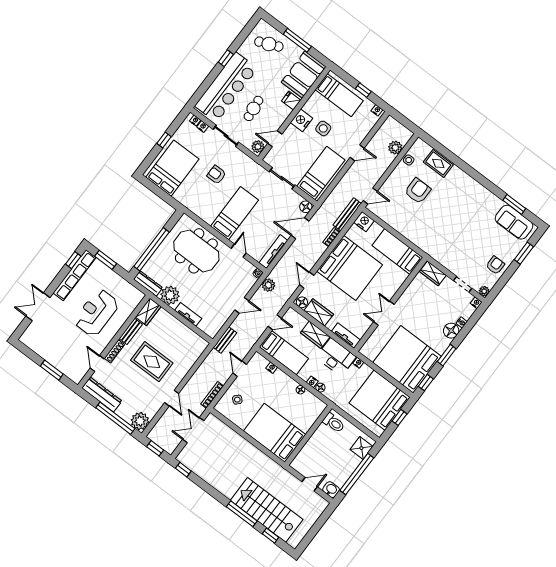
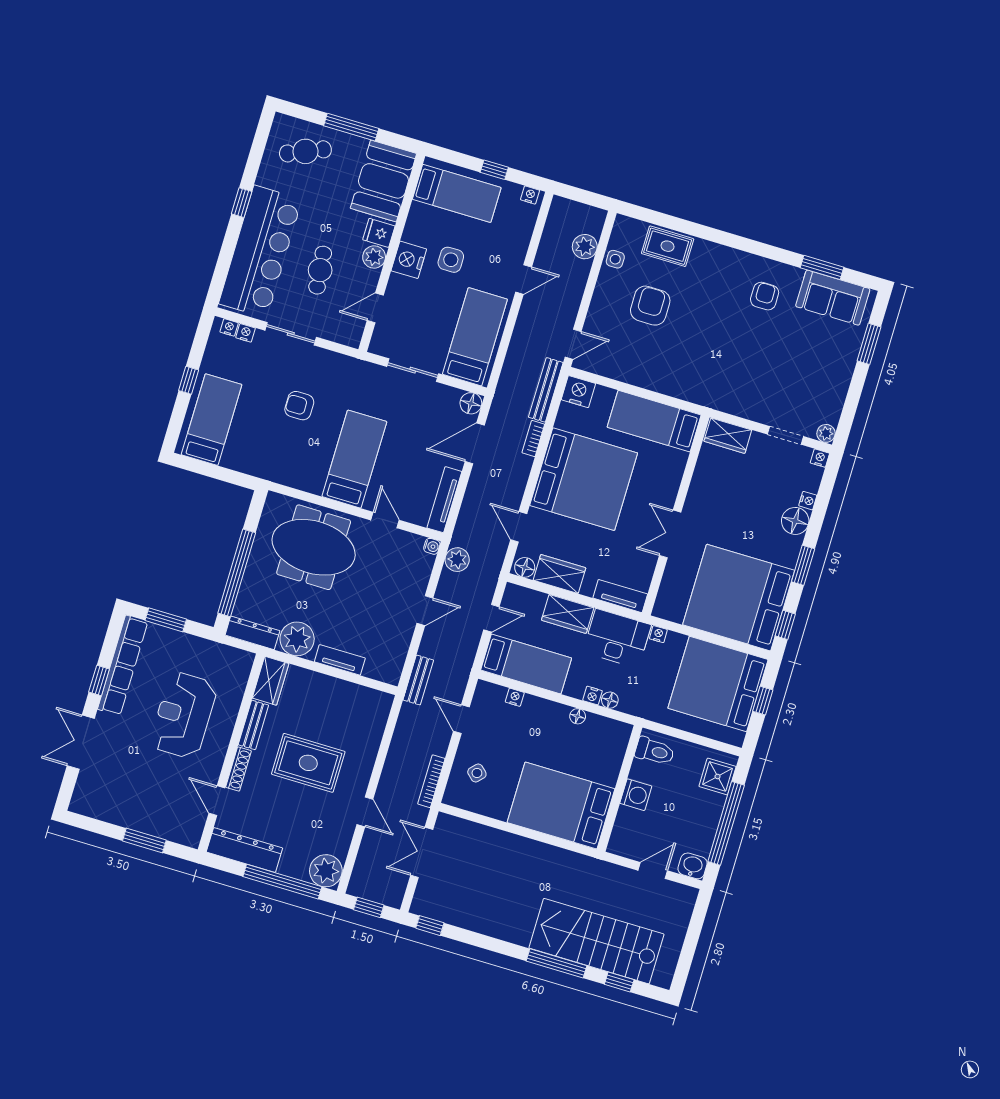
plant: (258, 147) -> (374, 257), moved
bed: (172, 168) -> (212, 420), width x0.67
window: (73, 260) -> (99, 681), moved
armchair: (495, 265) -> (765, 296), moved
washing machine: (315, 442) -> (636, 795), added

